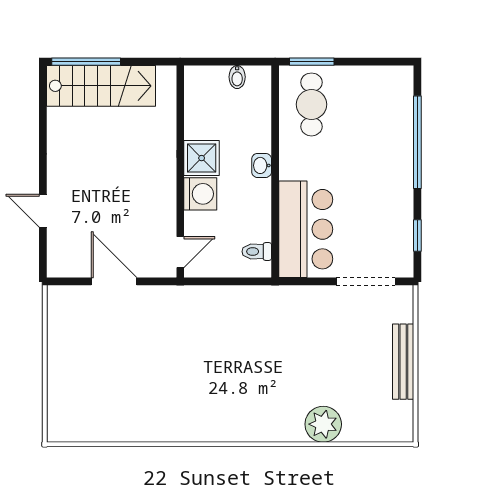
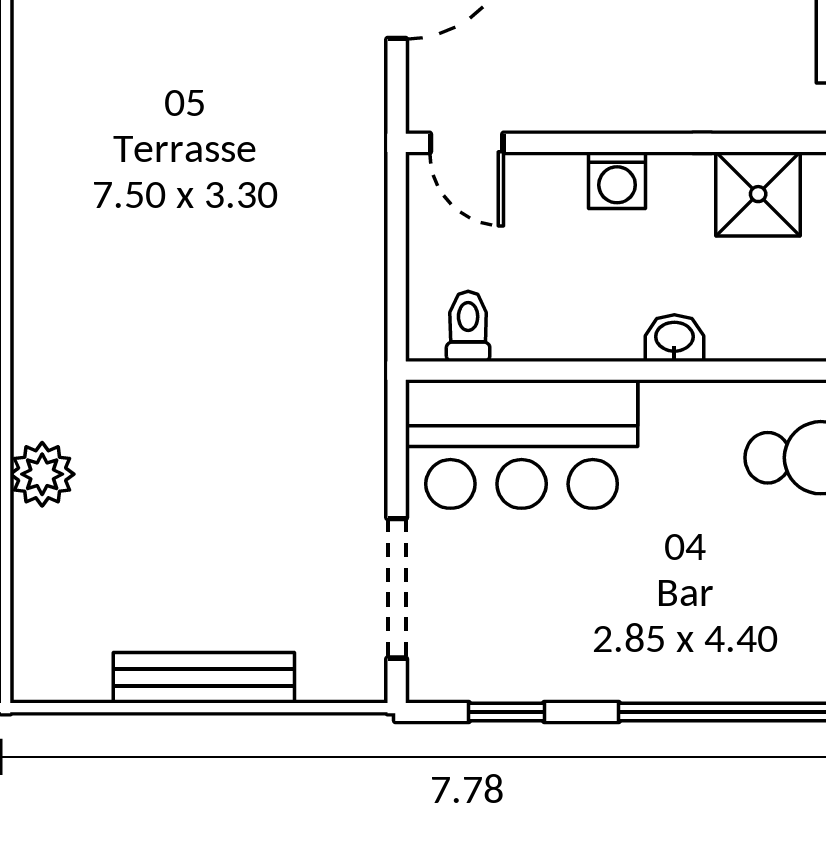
shower: (202, 158) -> (758, 194), moved
washing machine: (200, 194) -> (617, 180), width x0.73, depth x0.73
plant: (323, 424) -> (42, 474), width x0.73, depth x0.73

